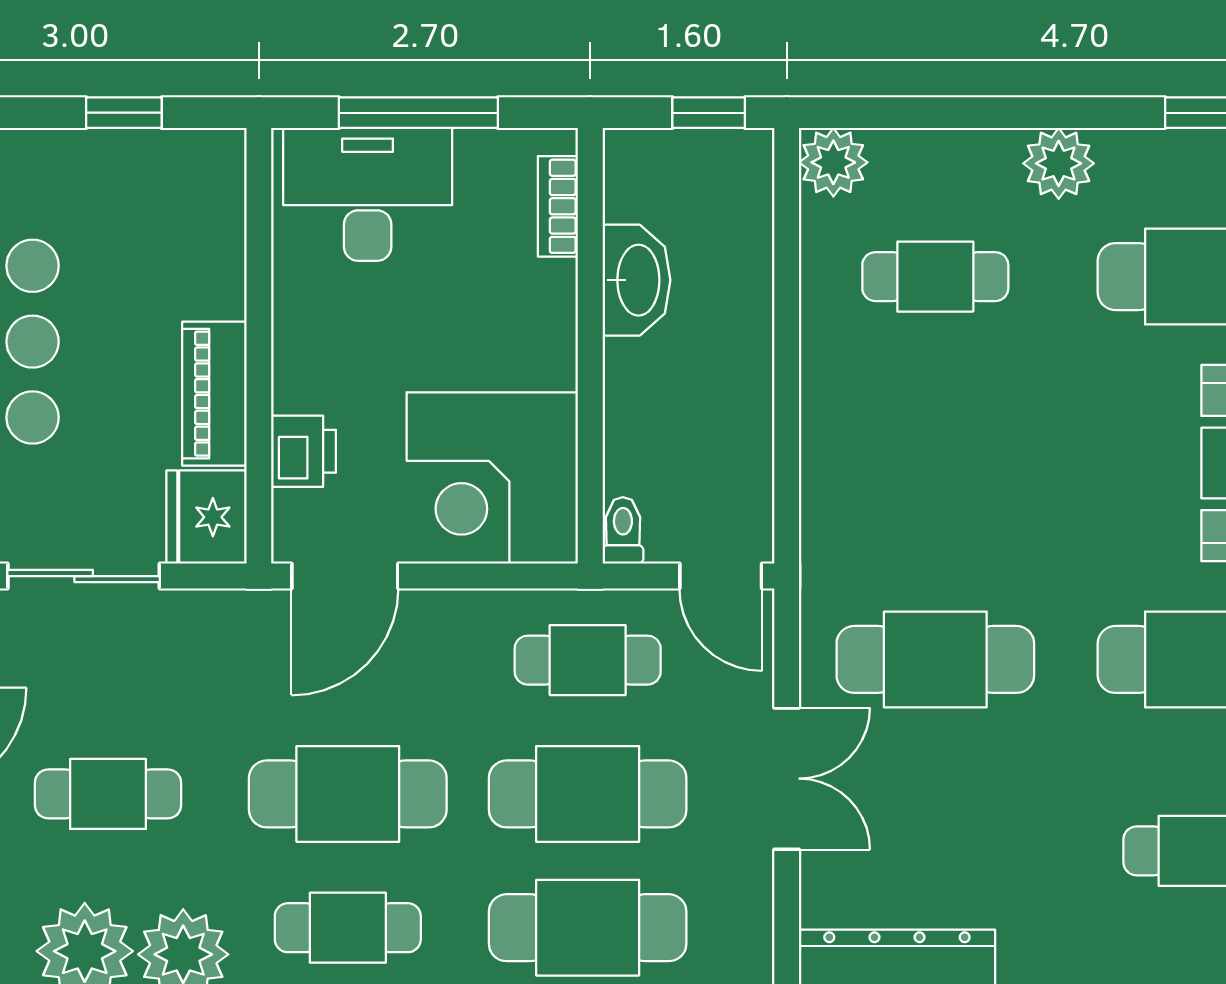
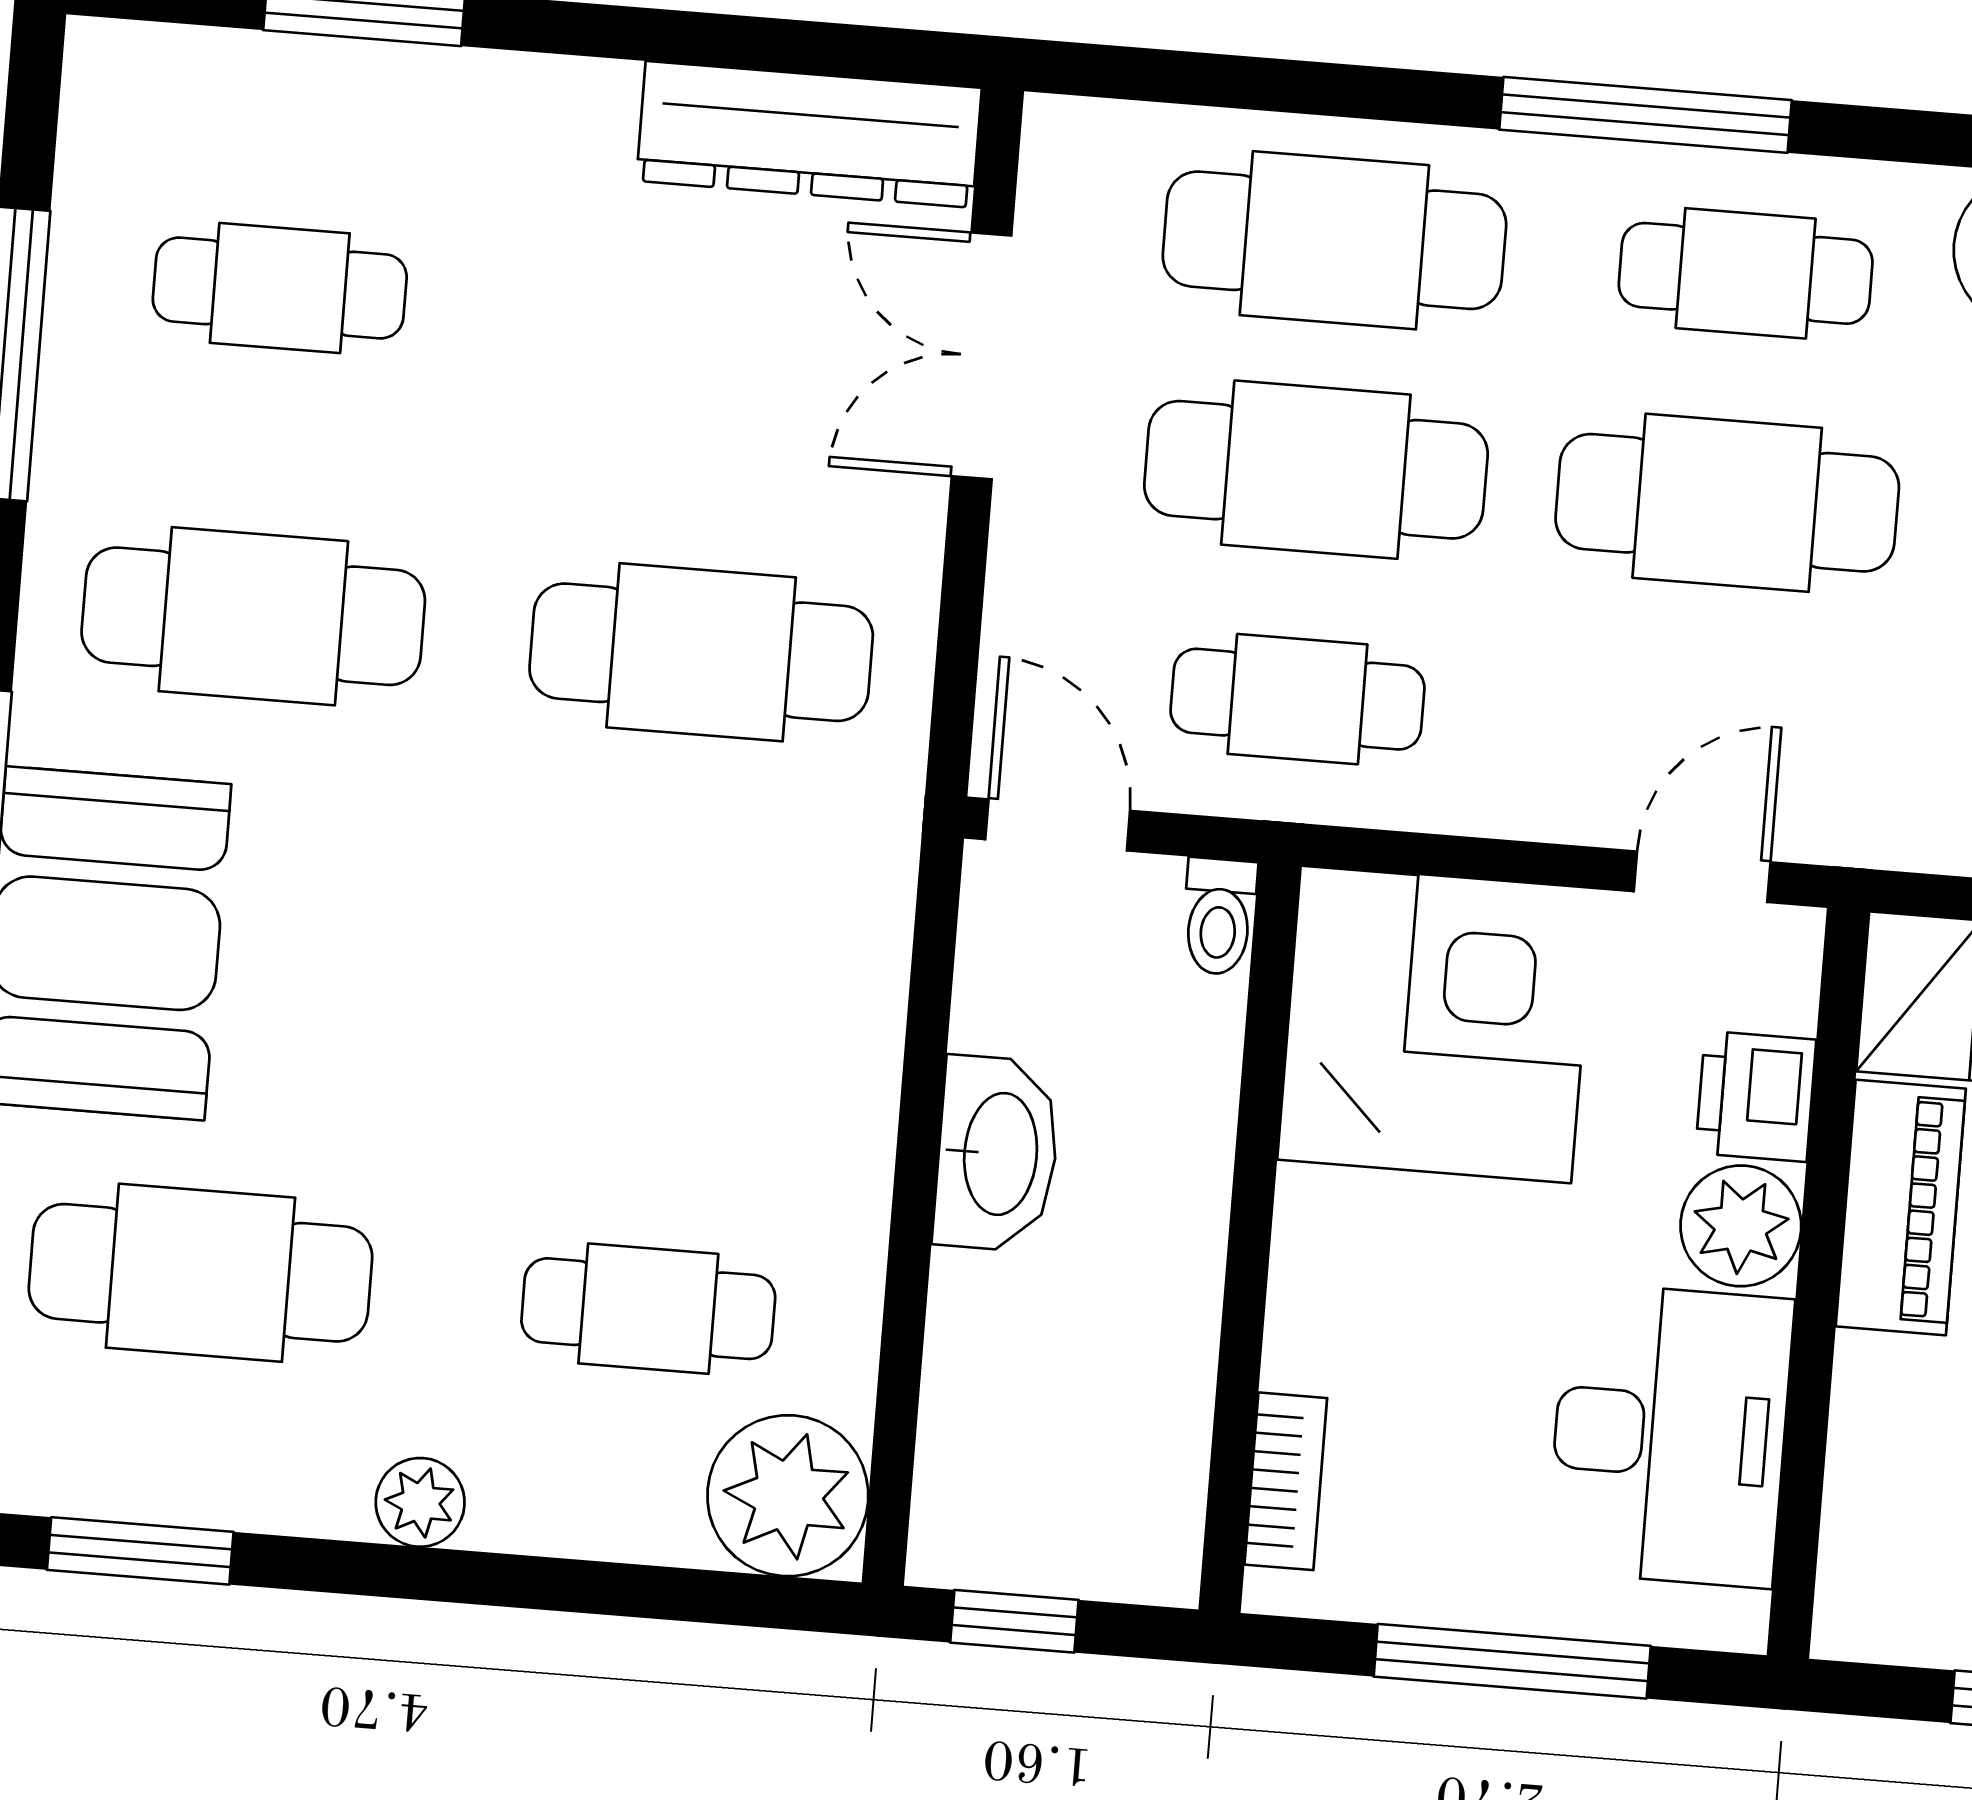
plant: (833, 162) -> (788, 1496), width x1.36, depth x1.36
plant: (1059, 163) -> (420, 1502), width x0.73, depth x0.73
desk: (368, 194) -> (1670, 1435), moved, turned -90
washbasin: (636, 280) -> (997, 1154), moved, turned 180
plant: (306, 376) -> (1741, 1226), added
door: (345, 576) -> (1702, 877), width x0.73
double door: (787, 779) -> (982, 356), moved

